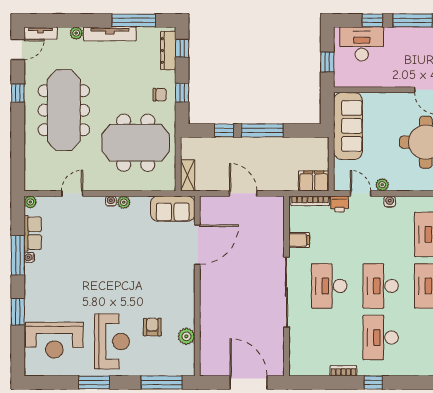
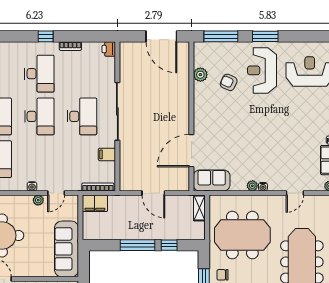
door: (361, 193) -> (56, 193), hinge flipped
printer: (340, 204) -> (109, 49), moved, turned -90
armchair: (152, 327) -> (229, 82), turned 114
window: (94, 382) -> (265, 36), moved
door: (249, 382) -> (161, 36), moved

